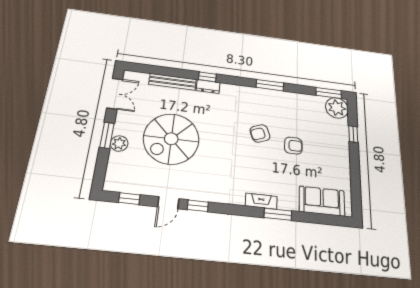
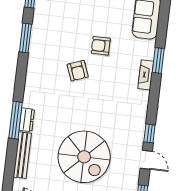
window: (207, 77) -> (16, 120), width x2.17
window: (270, 85) -> (25, 38), moved
armchair: (293, 146) -> (101, 46), moved, turned -90

